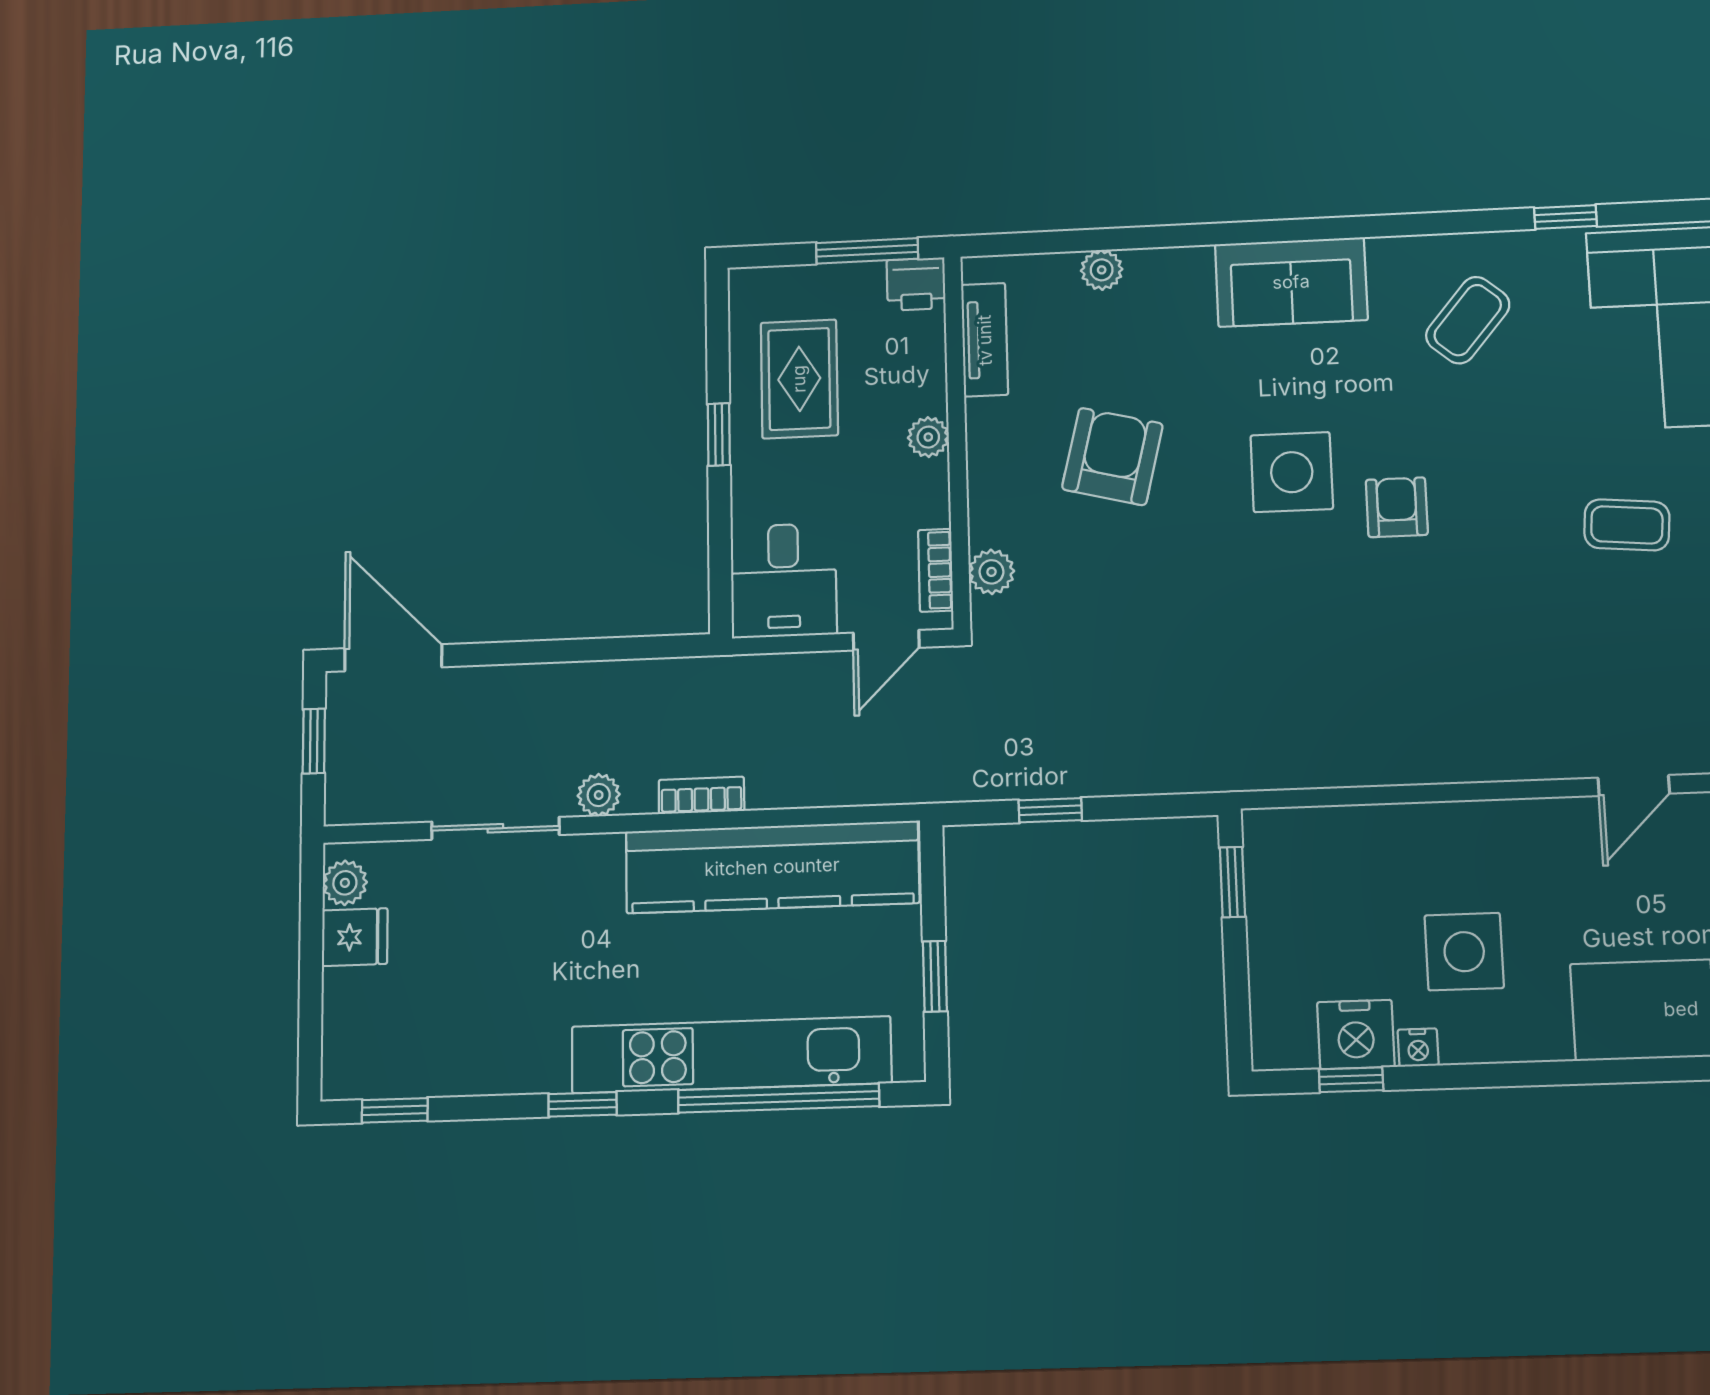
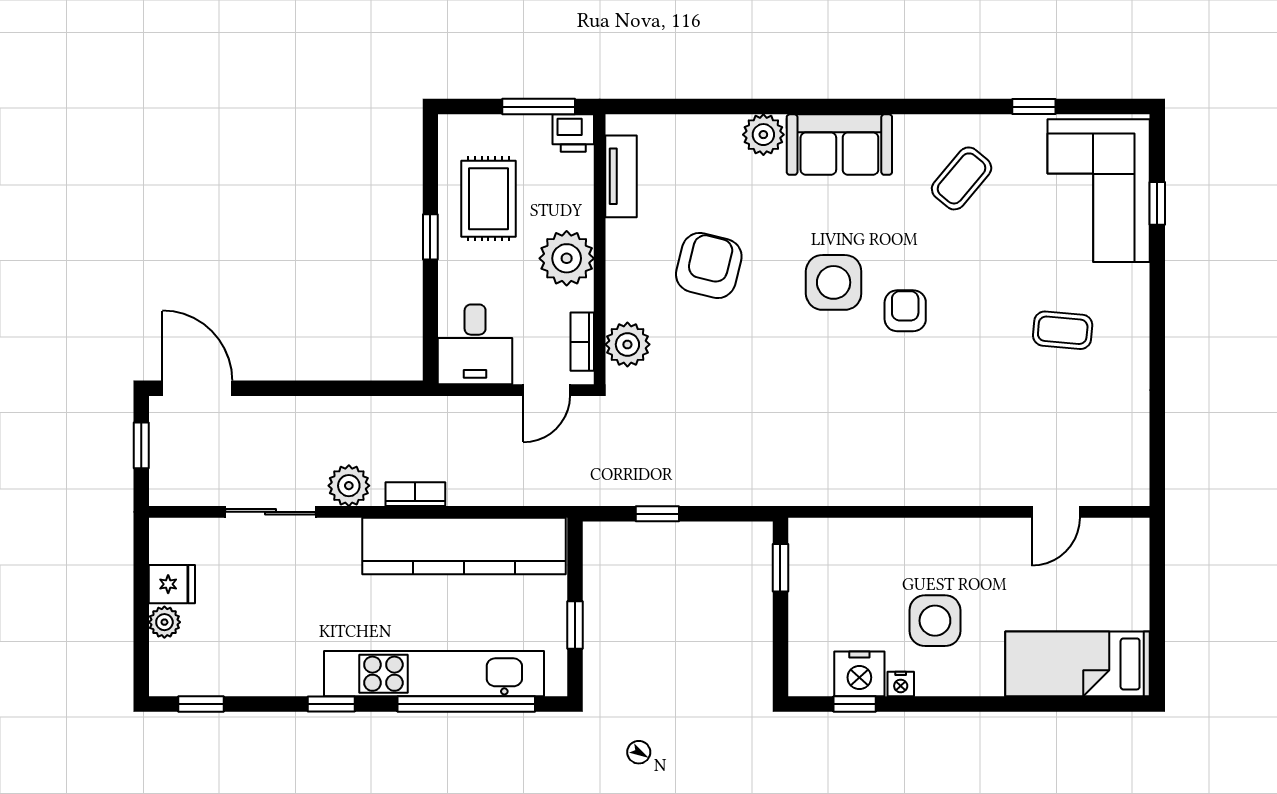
plant: (1102, 270) -> (763, 135), moved, width x1.38, depth x1.38
plant: (928, 437) -> (567, 258), width x1.87, depth x1.87
plant: (991, 572) -> (627, 344), width x1.38, depth x1.38
plant: (599, 795) -> (349, 486), width x1.38, depth x1.38
plant: (345, 883) -> (164, 622), moved

